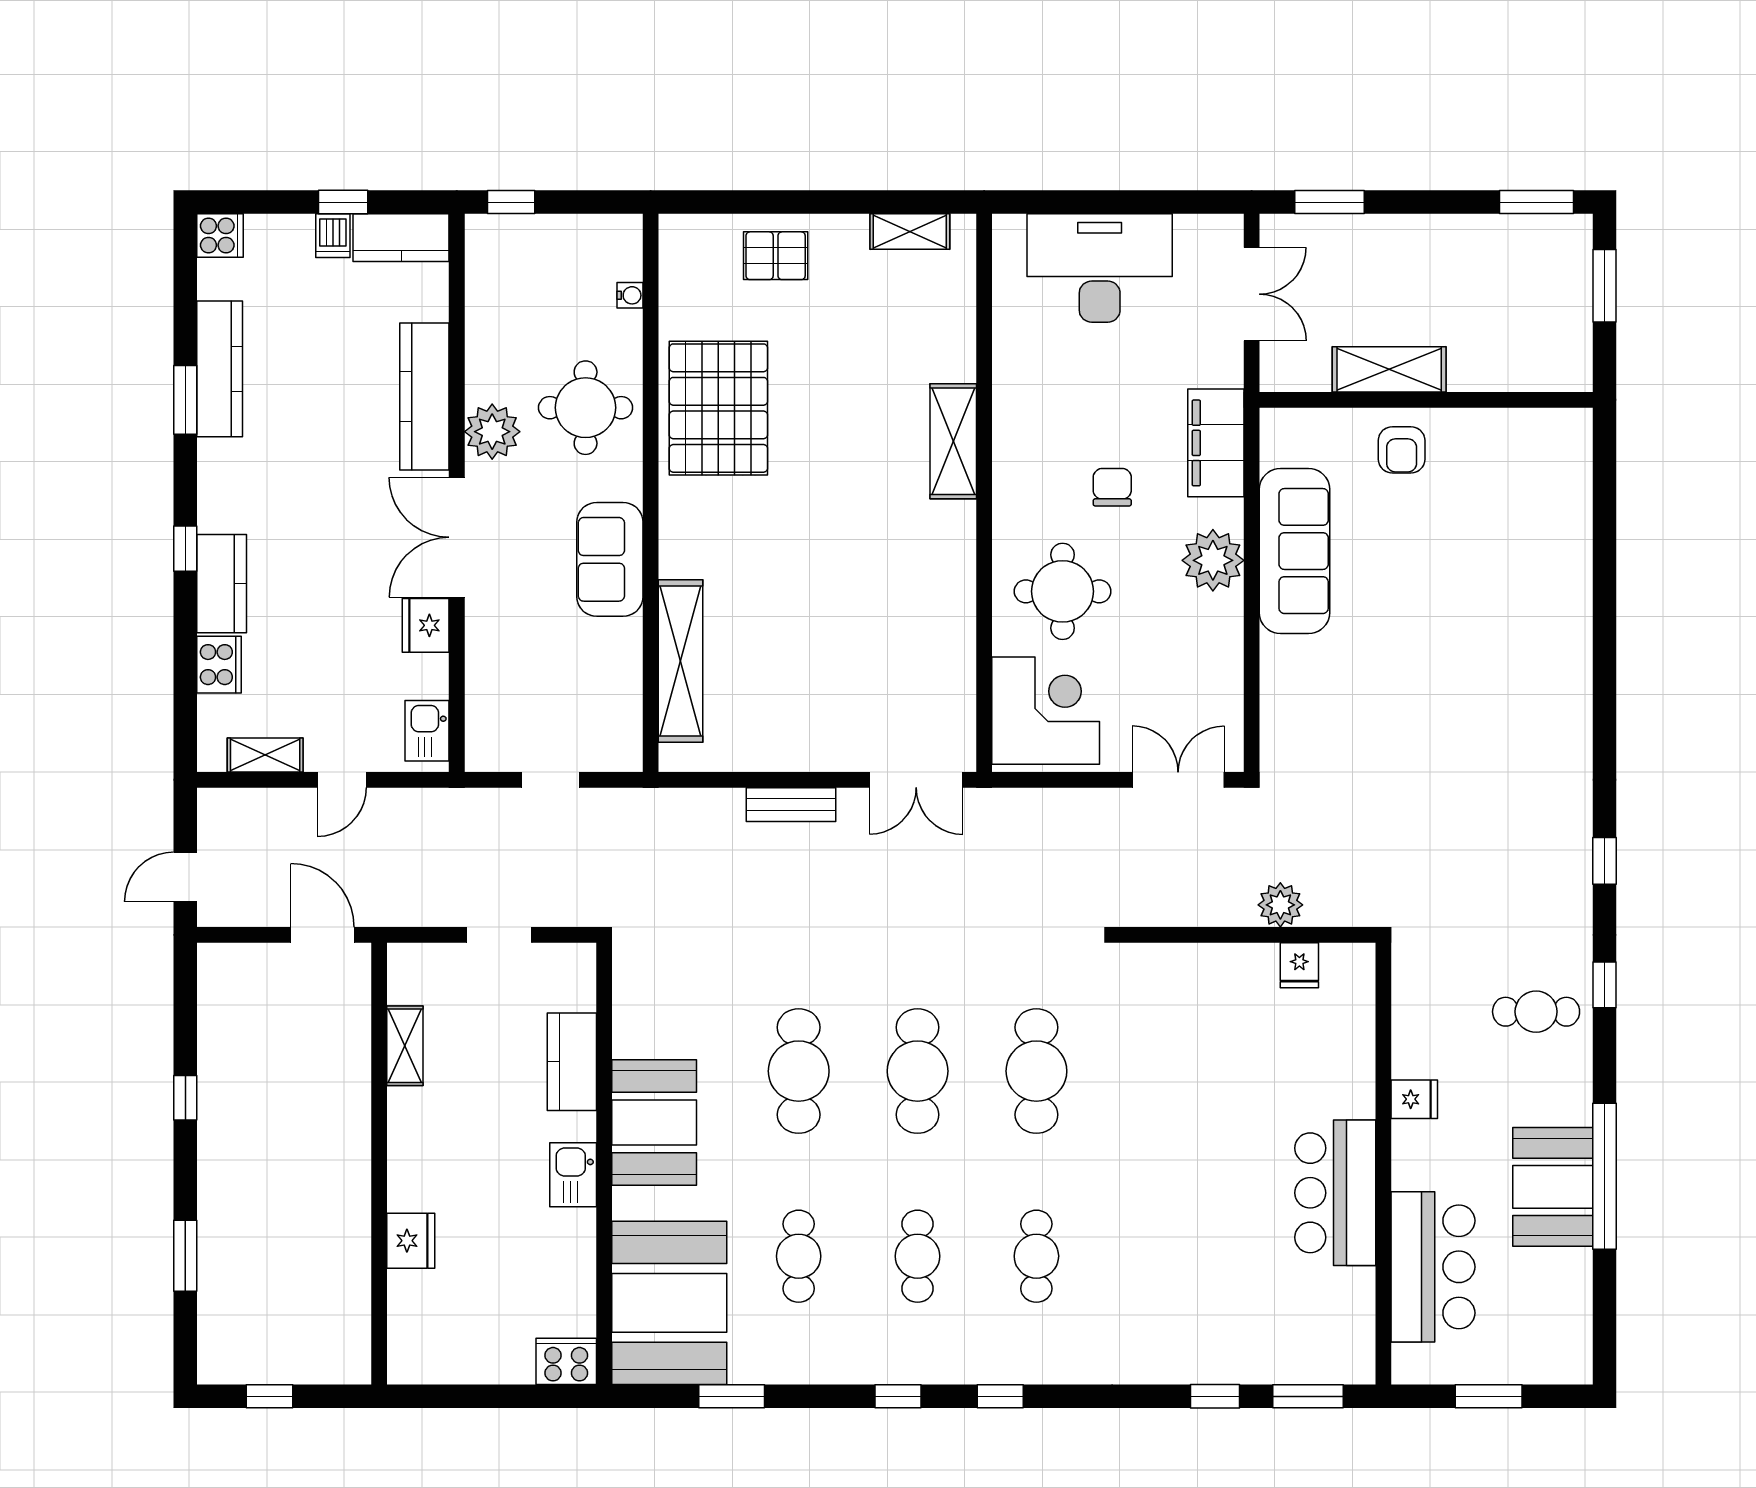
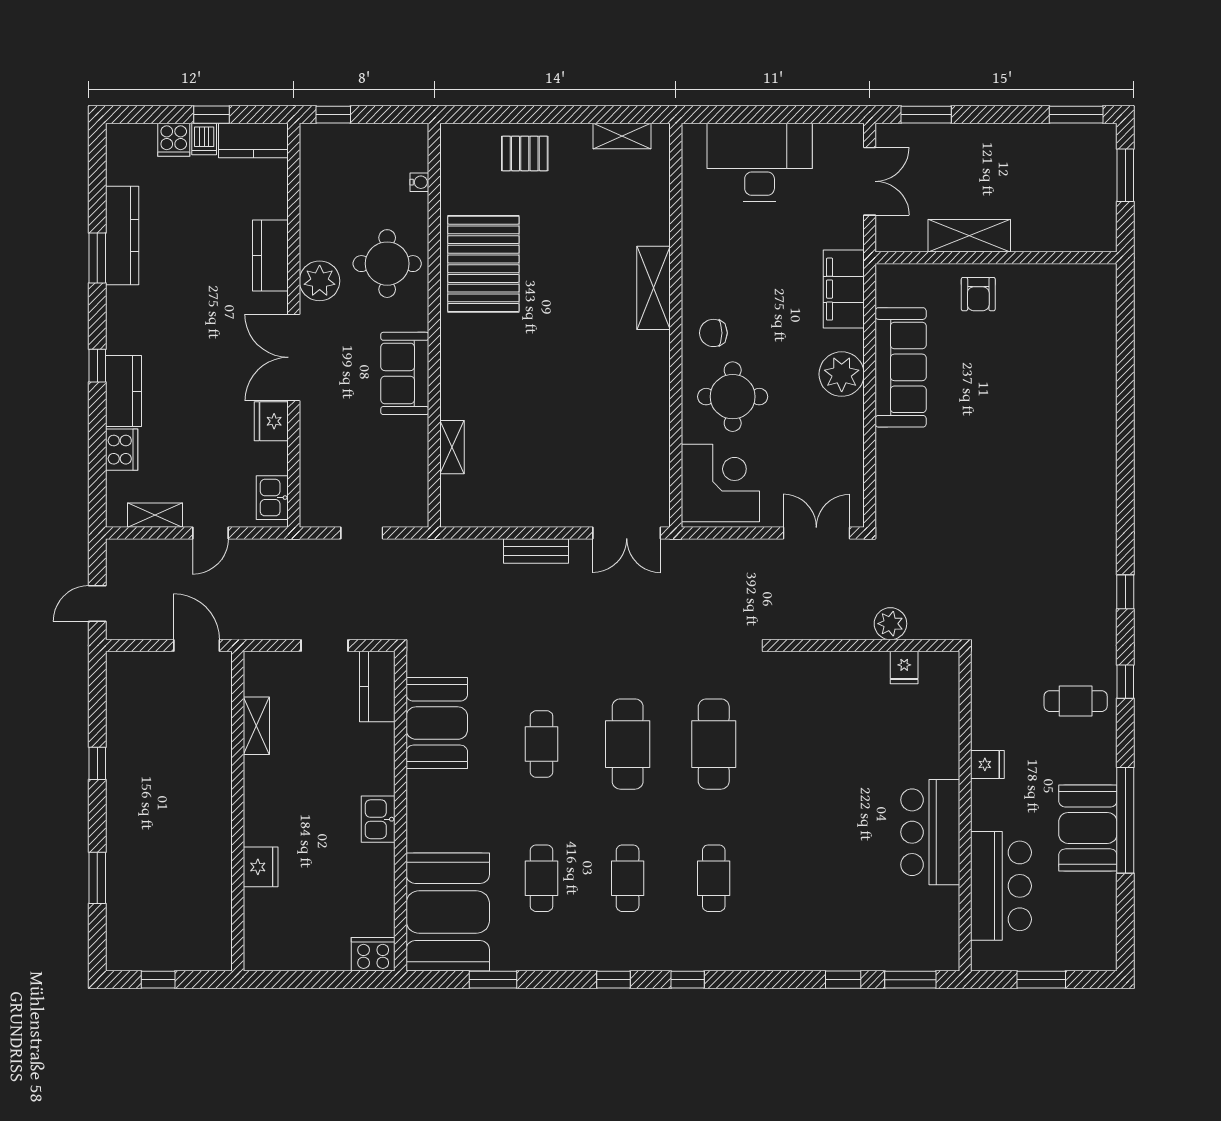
cooker: (220, 236) -> (174, 140), moved, turned 90
kitchen counter: (424, 396) -> (270, 255), width x0.67
chair: (1112, 487) -> (713, 333), moved, turned -90
shelving: (681, 661) -> (452, 447), width x0.45, depth x0.75
kitchen counter: (572, 1062) -> (377, 686), moved
cafe table: (799, 1071) -> (541, 744), width x0.73, depth x0.74
booth: (654, 1122) -> (437, 723), moved

